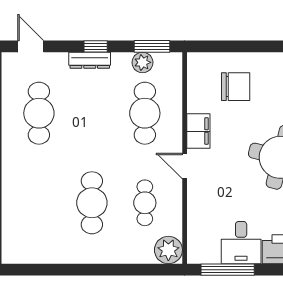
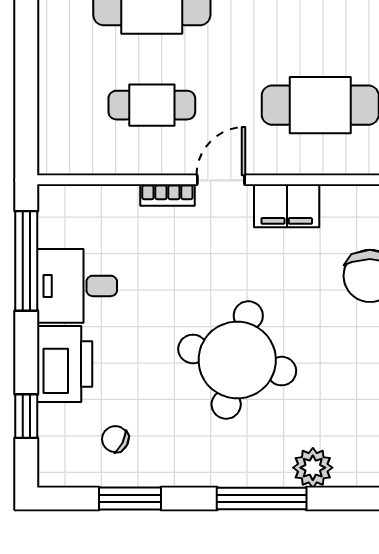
bookcase: (193, 194) -> (167, 195), added
plant: (168, 250) -> (63, 149), removed

